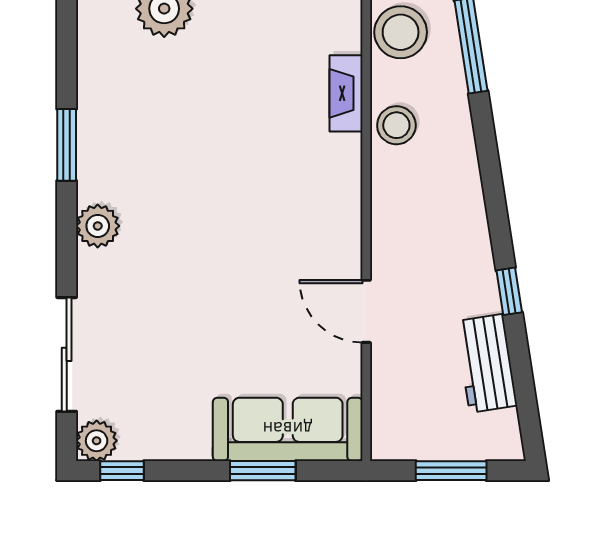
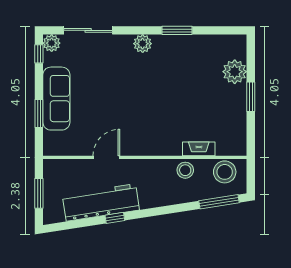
workbench: (486, 363) -> (101, 202), width x1.88, depth x1.32
sofa: (288, 429) -> (56, 99), moved

